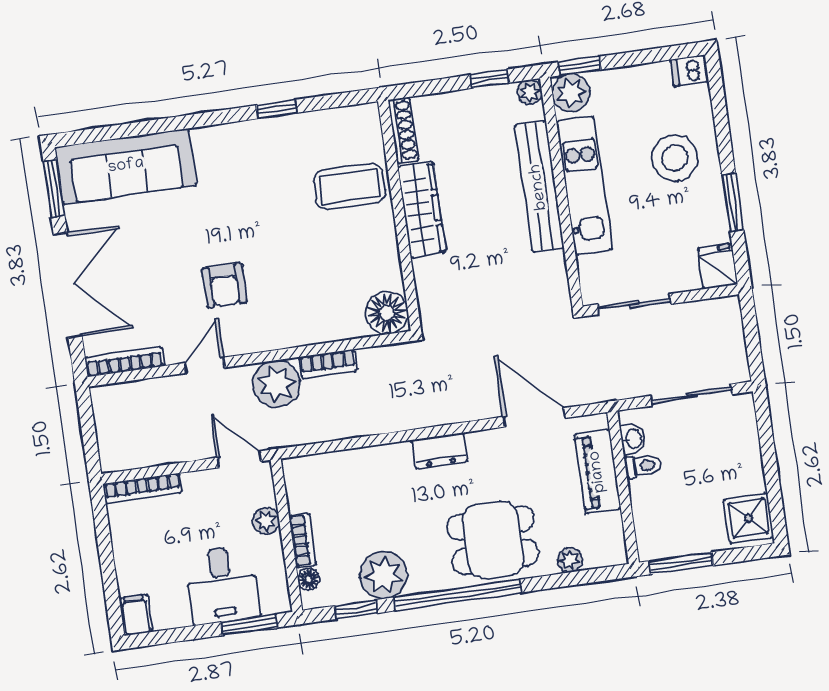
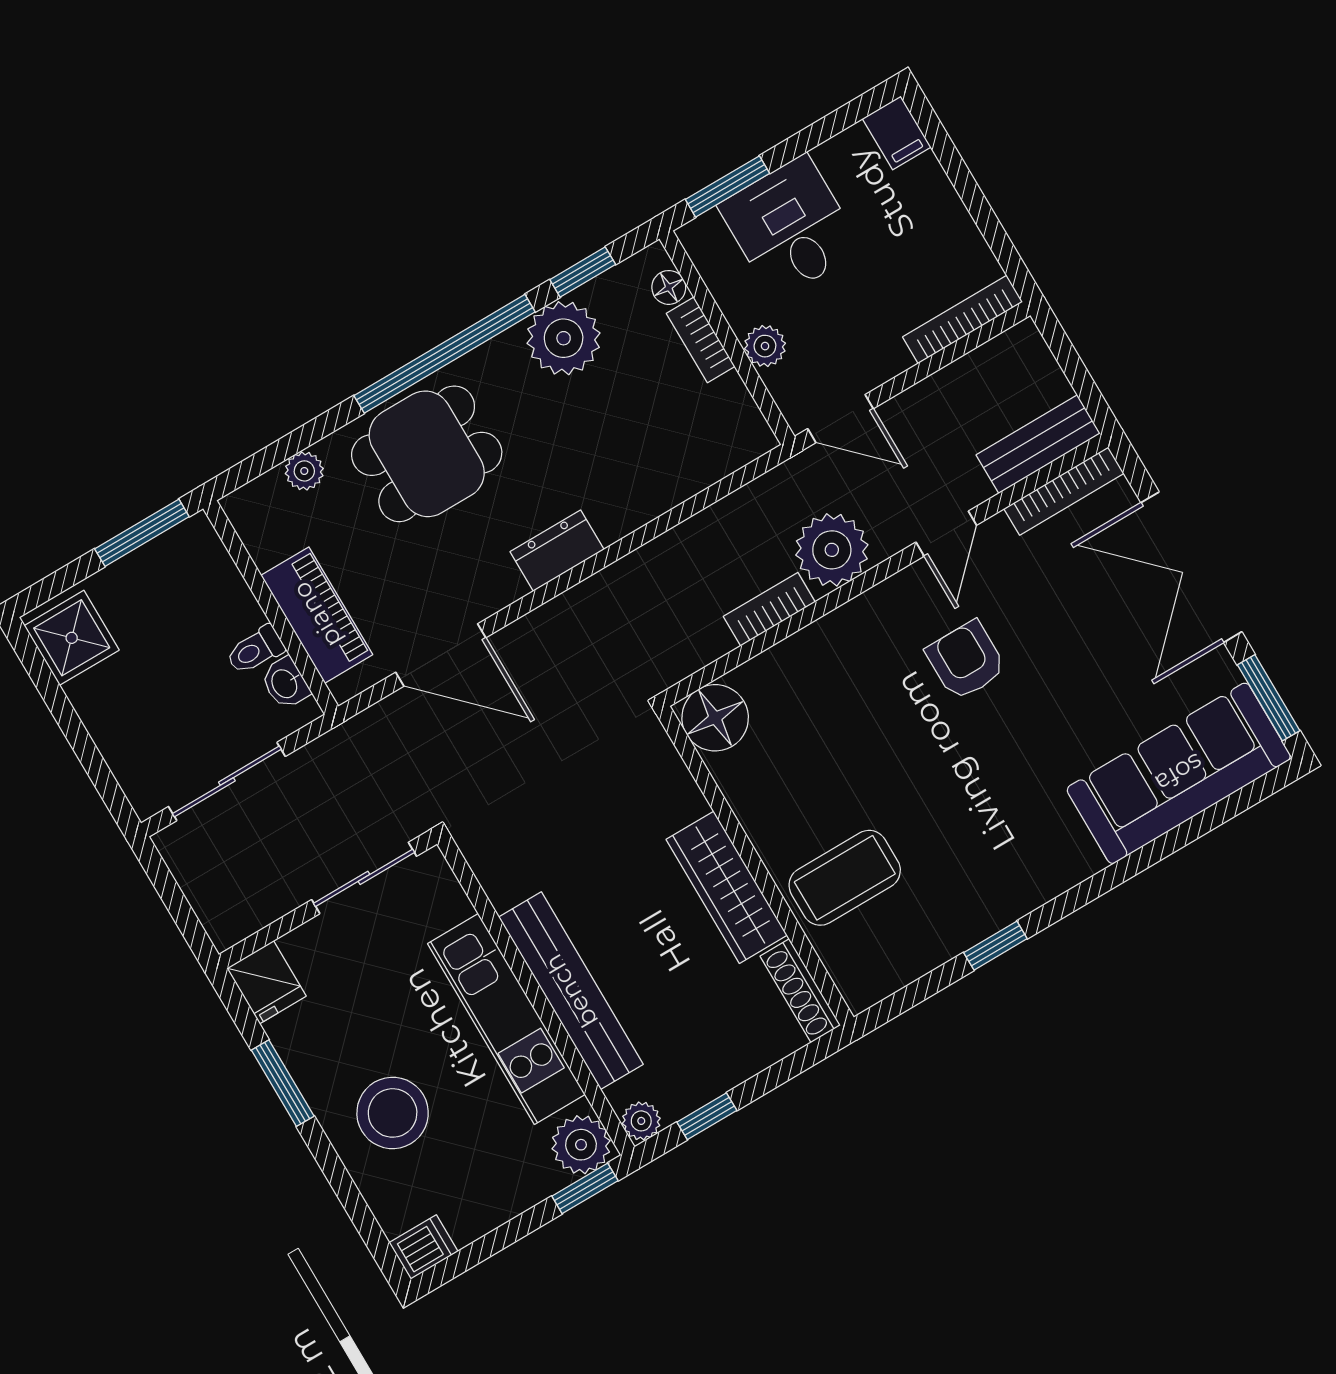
bench: (128, 396) -> (1038, 444), added

